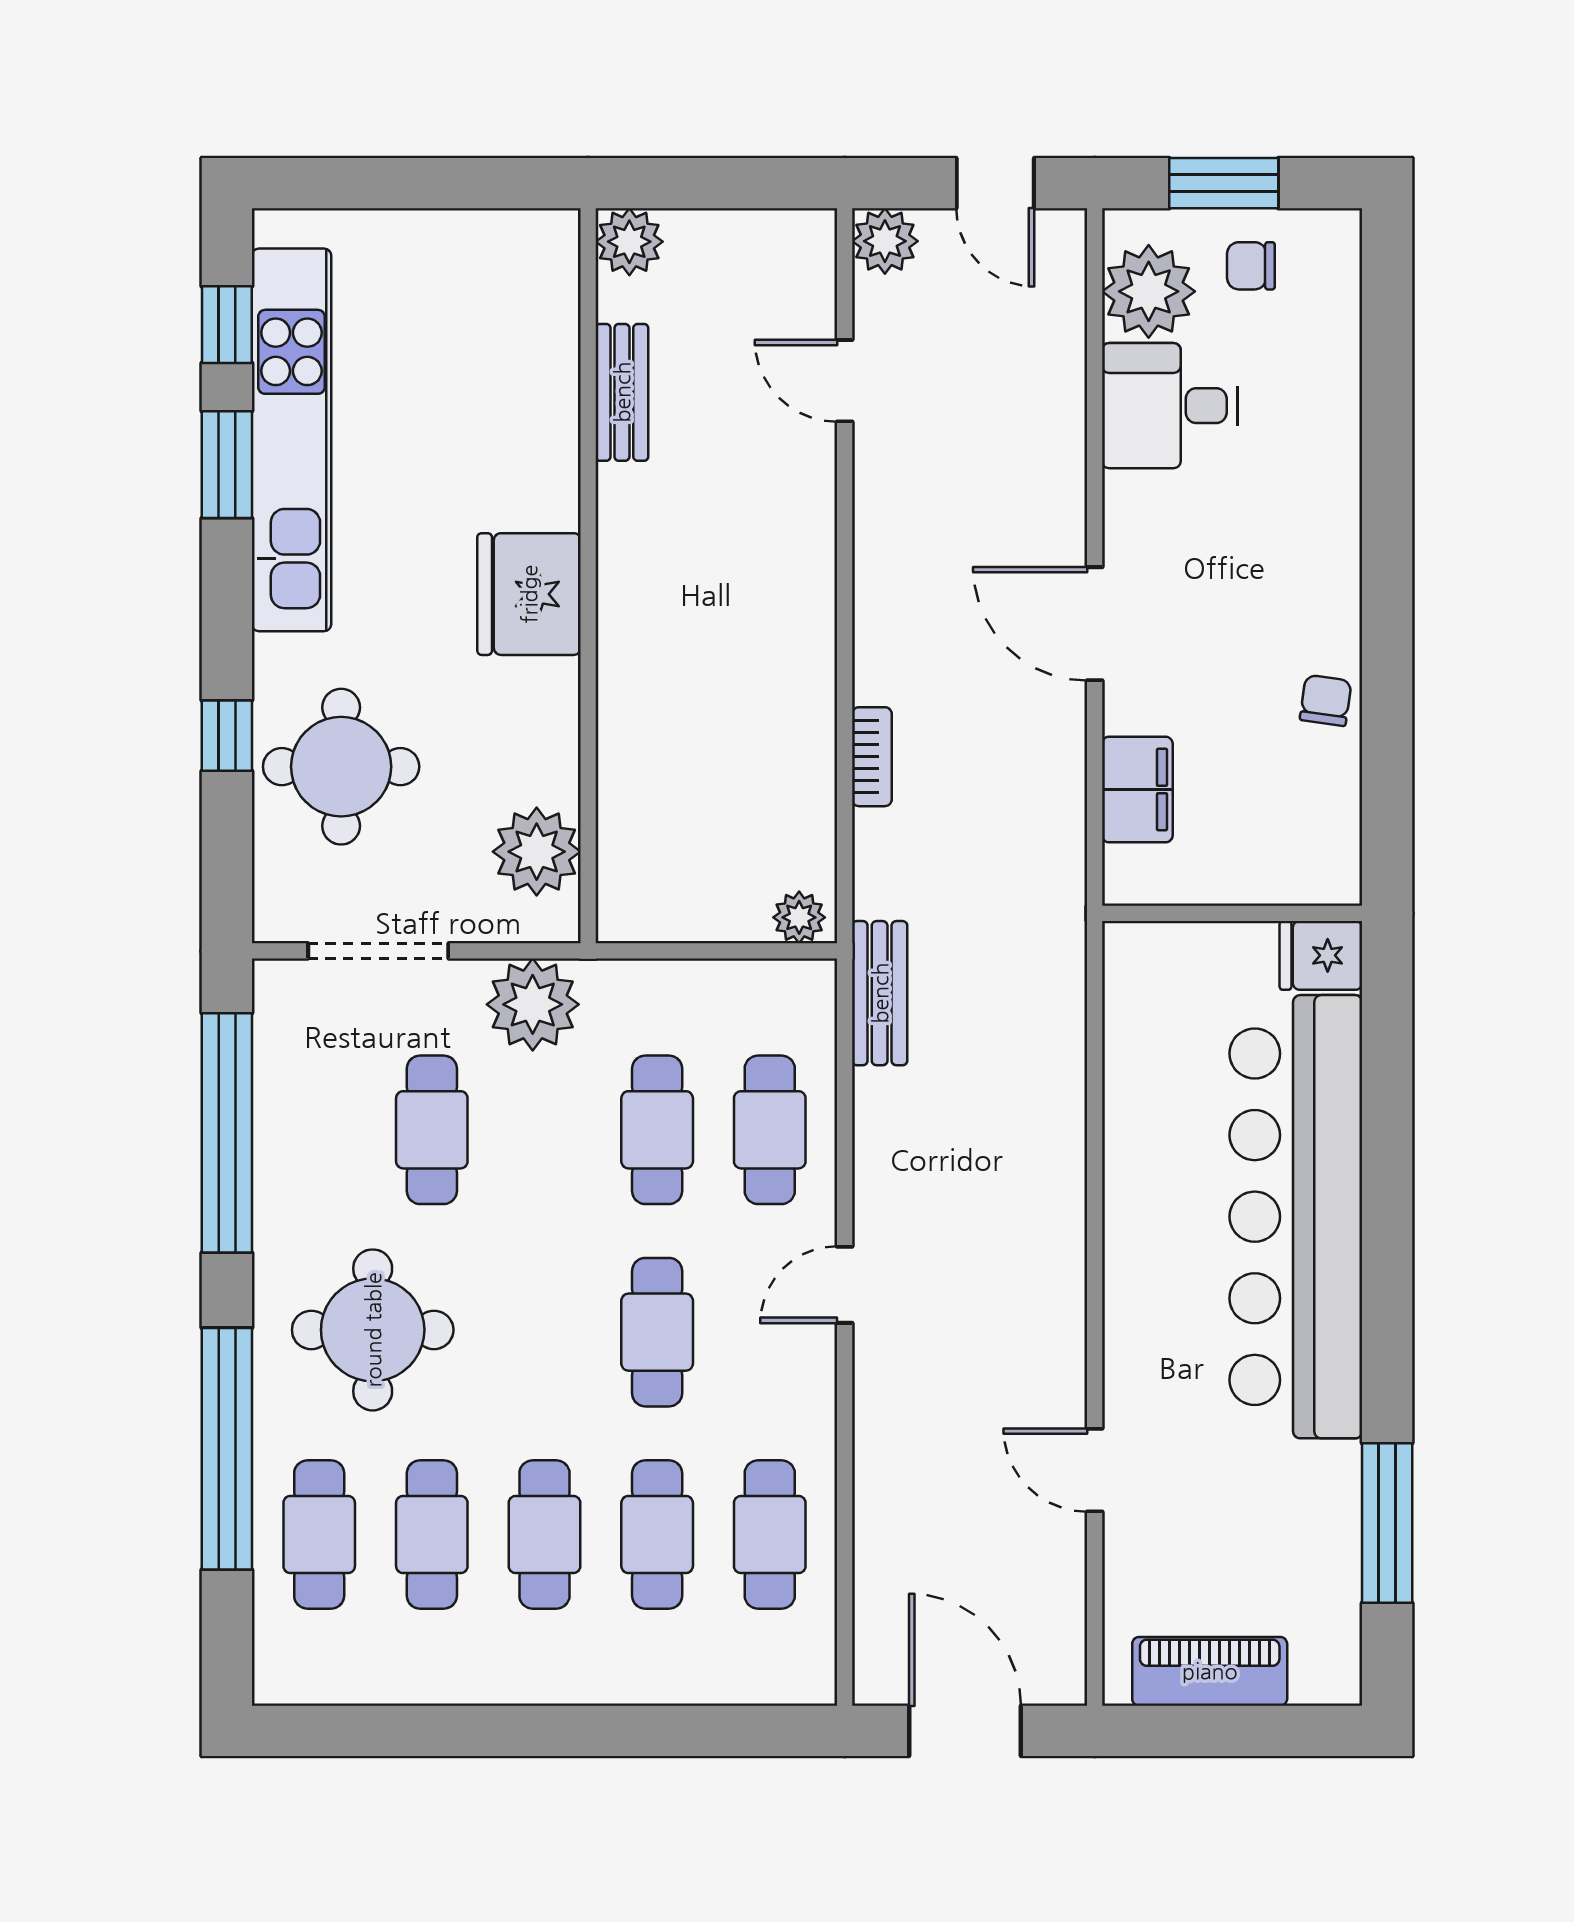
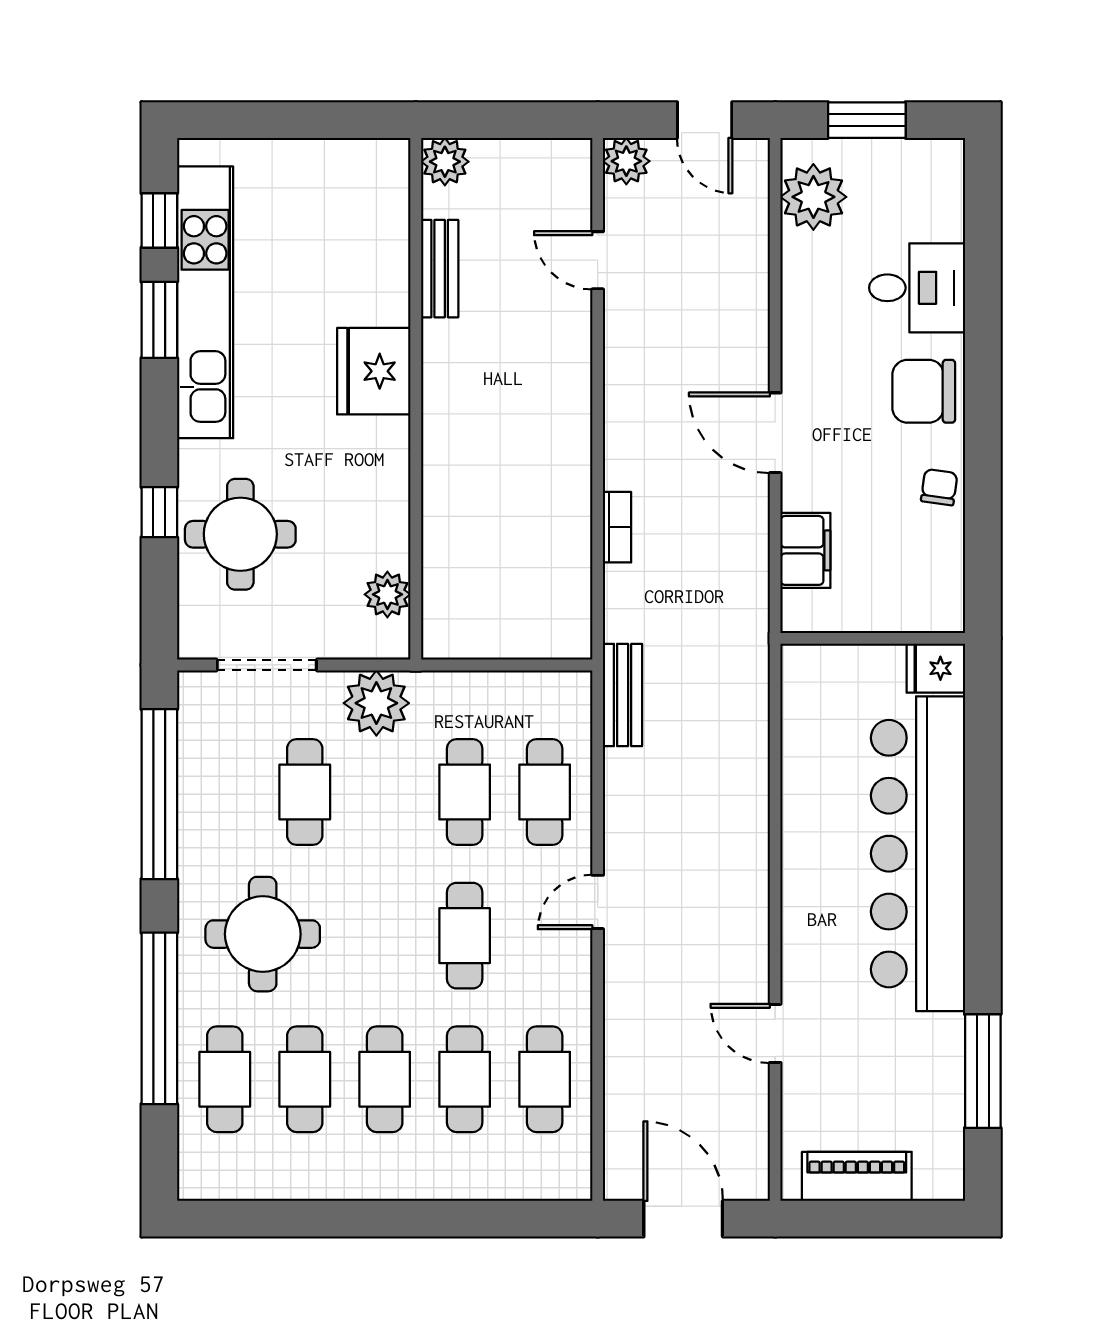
chair: (1251, 266) -> (924, 391), moved, width x1.87, depth x1.87
desk: (1170, 406) -> (917, 288), moved, turned 180
fridge: (529, 594) -> (374, 371), moved
plant: (537, 852) -> (387, 594), width x0.73, depth x0.73
plant: (799, 917) -> (565, 641), removed

